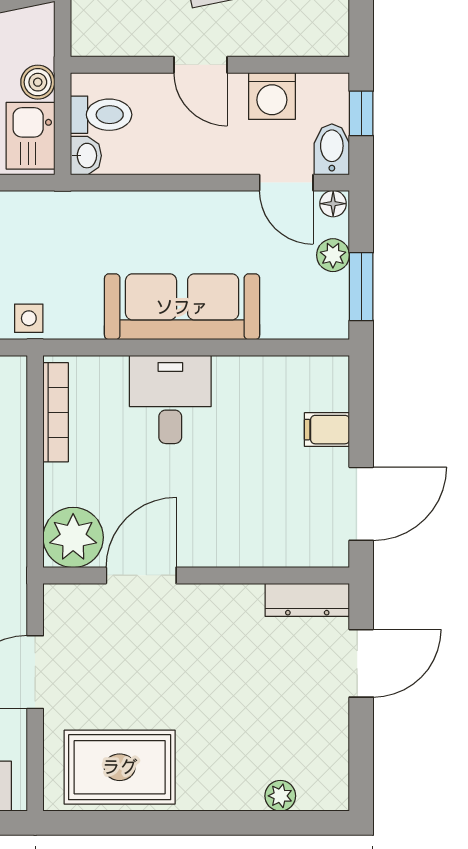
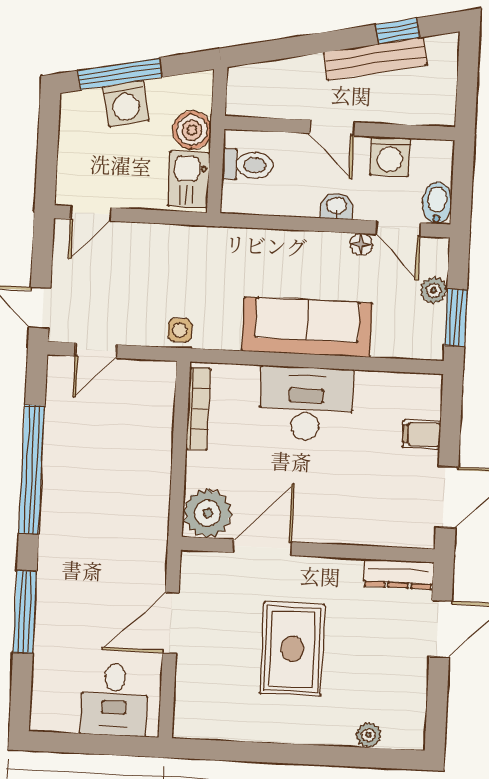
boiler: (38, 82) -> (192, 130), width x1.36, depth x1.36
window: (361, 113) -> (463, 174), removed
washbasin: (86, 156) -> (337, 206), moved, turned -90
floor lamp: (333, 204) -> (361, 244), moved
desk: (170, 400) -> (306, 404), width x1.37
rug: (120, 767) -> (292, 649), moved, turned 90

